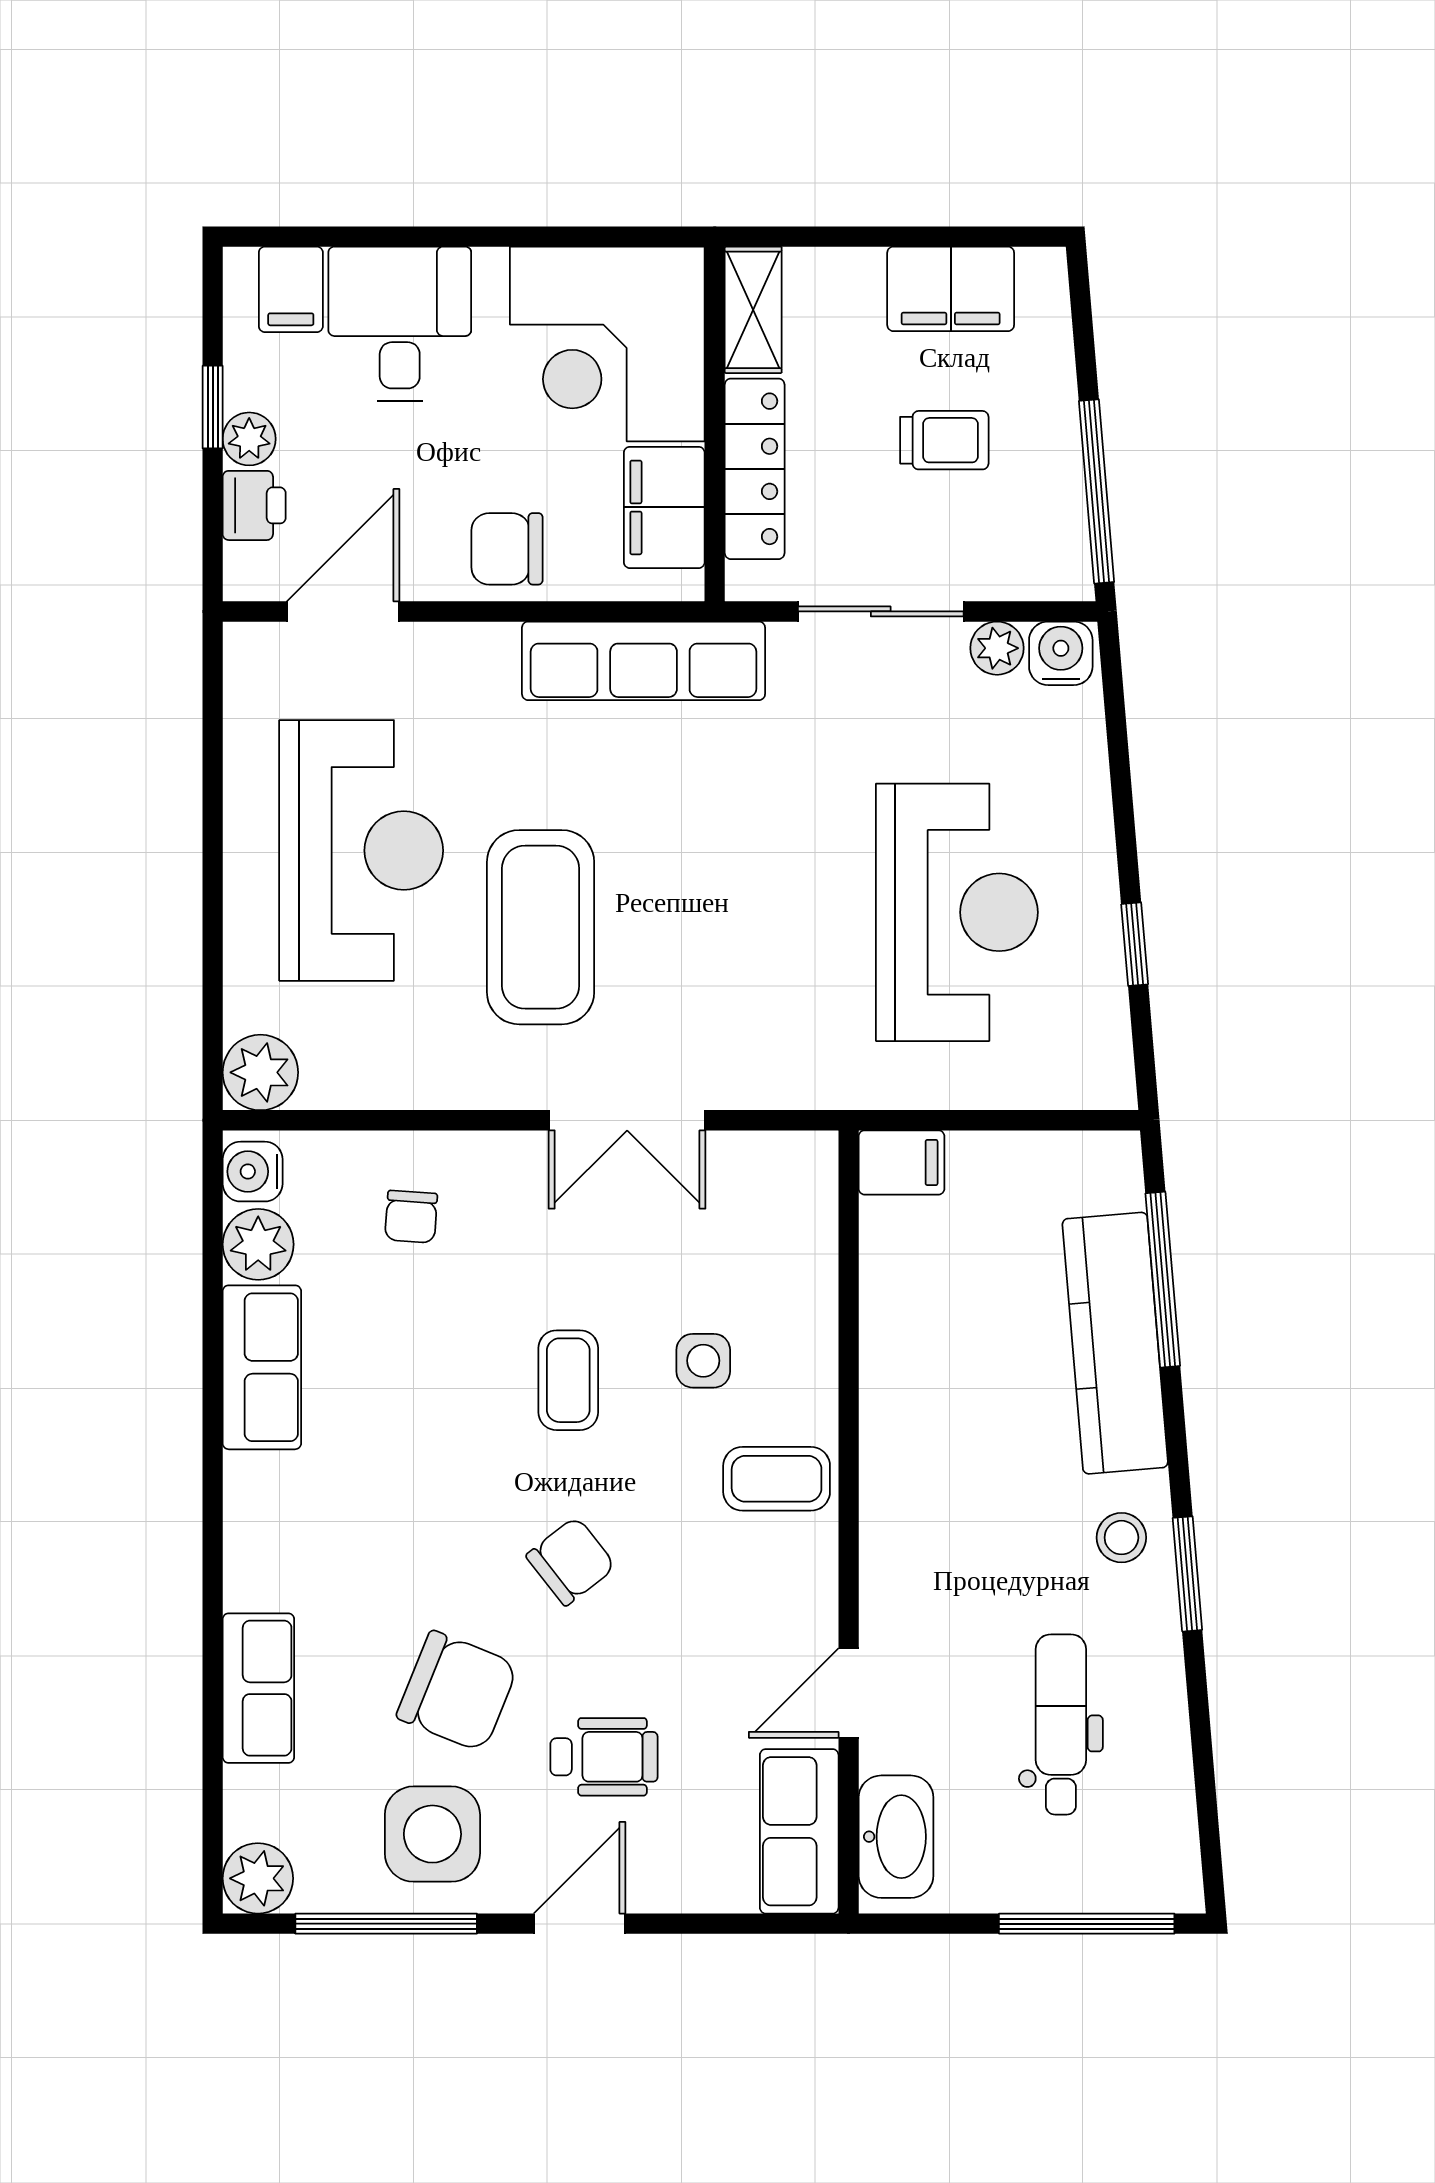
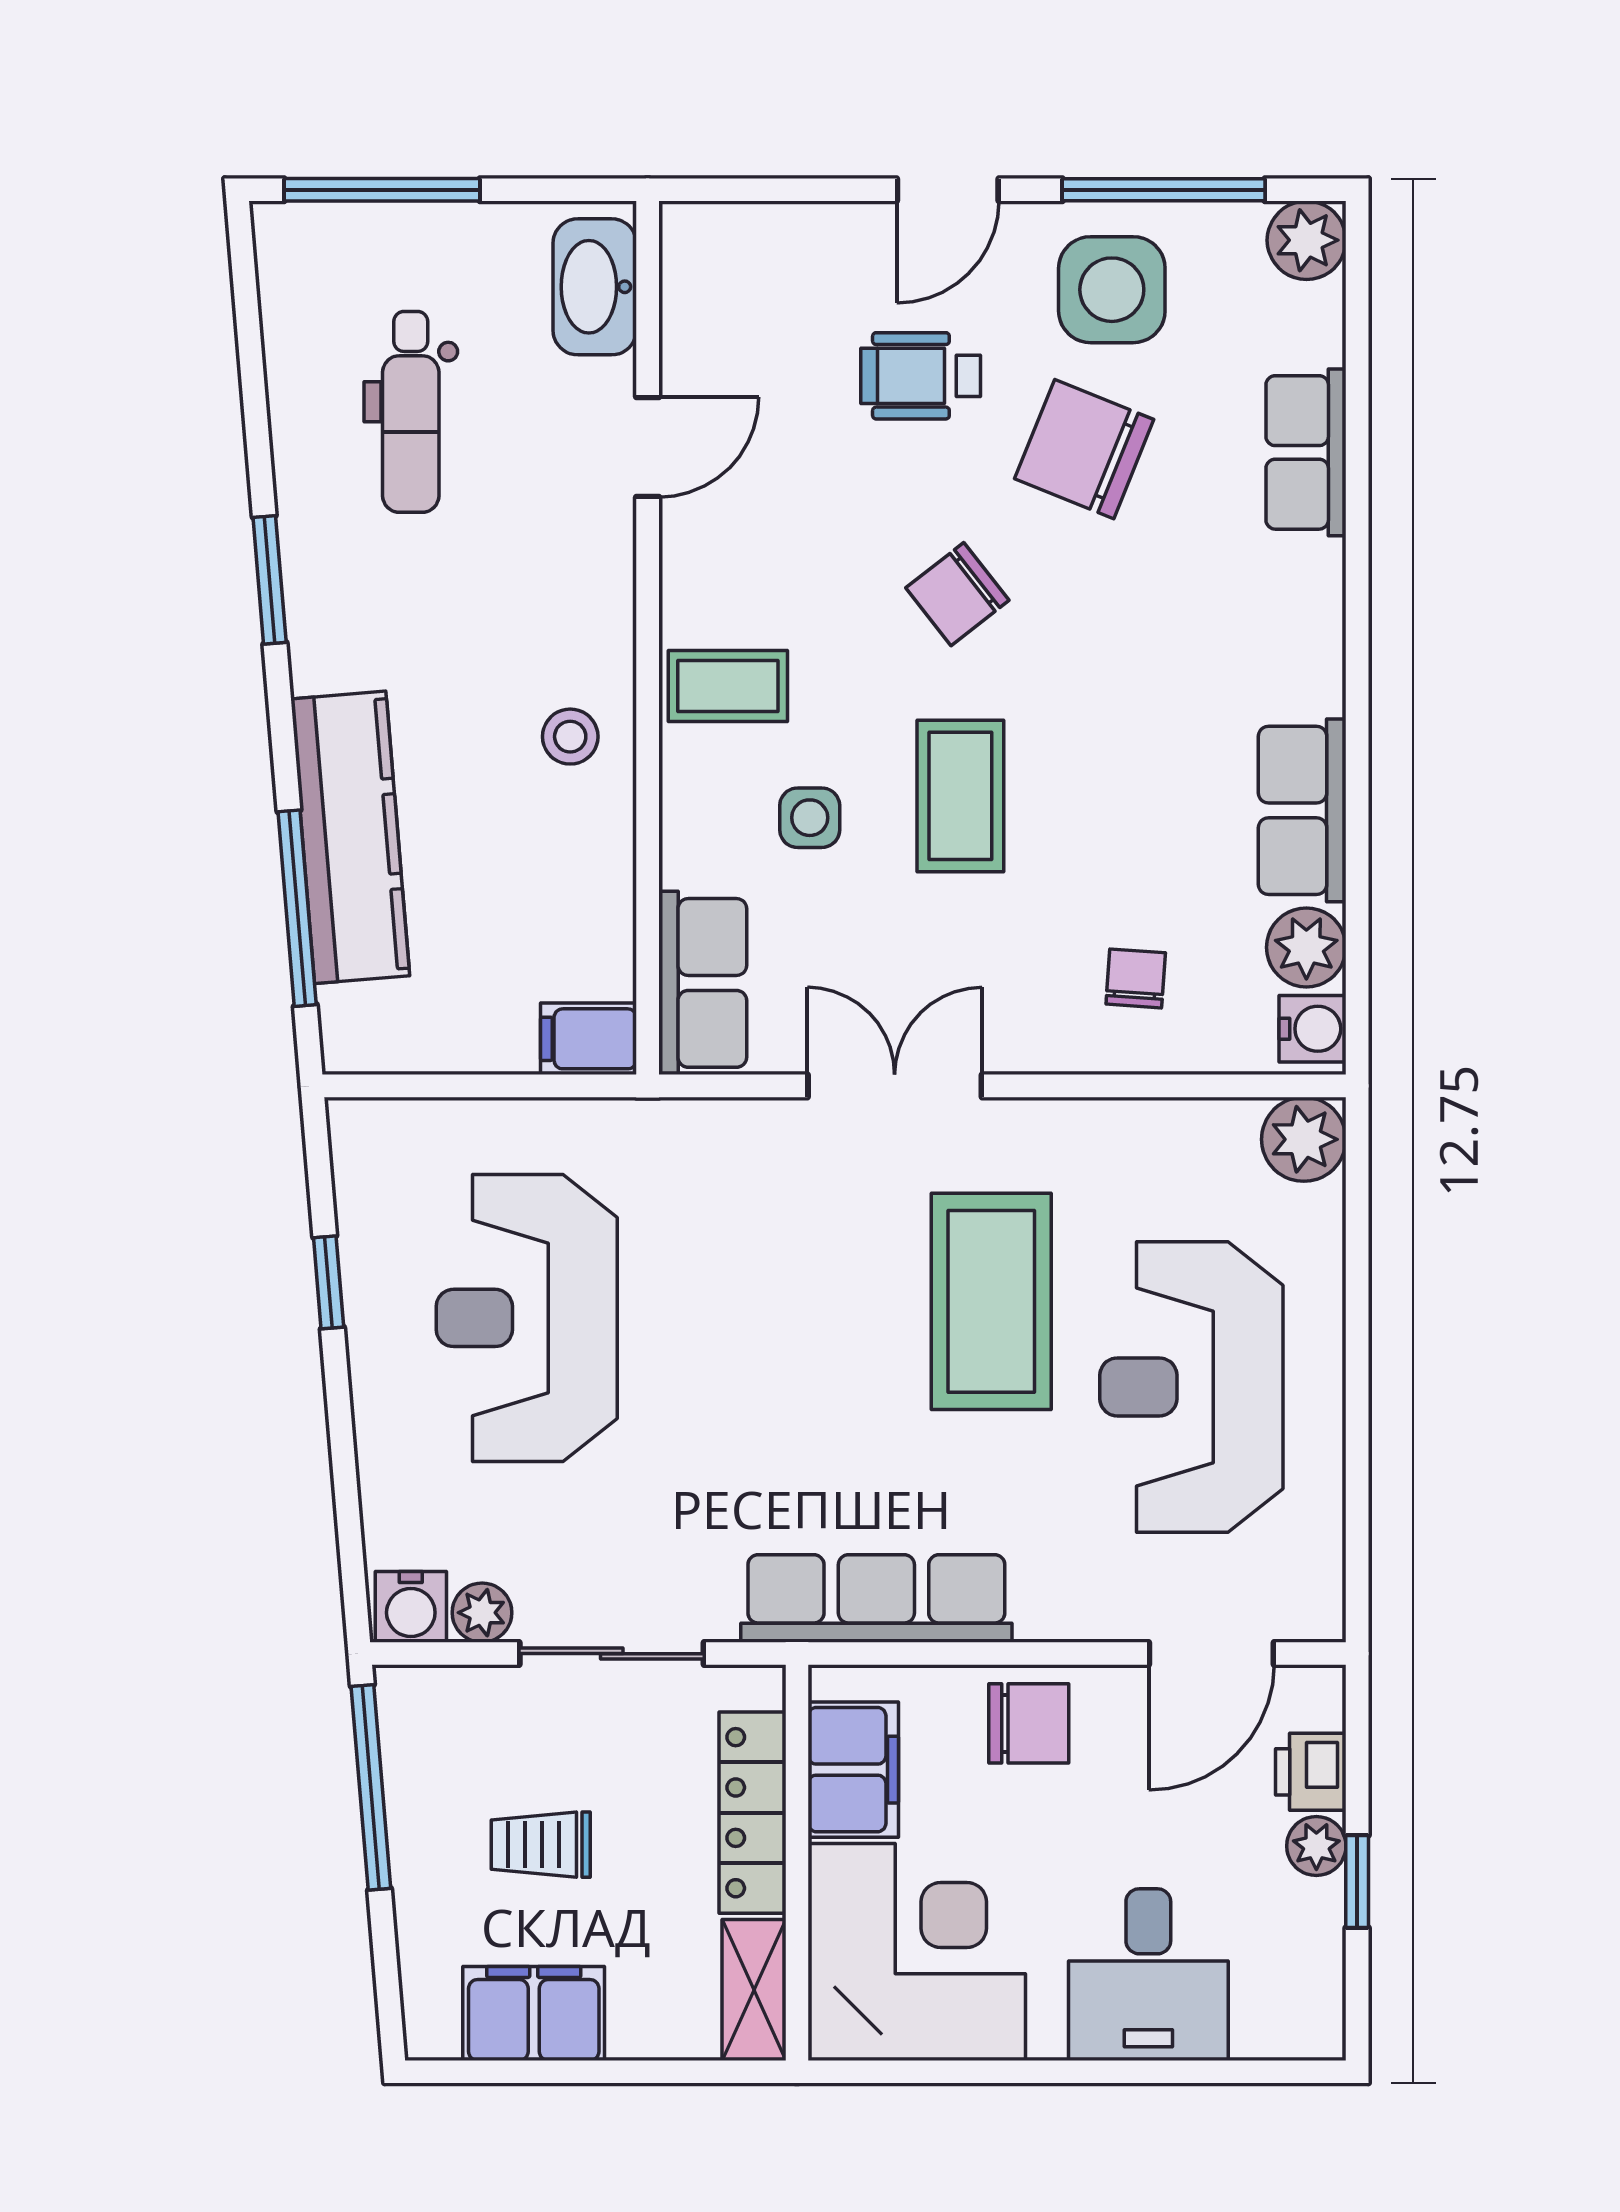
filing cabinet: (291, 289) -> (1270, 2013), removed
coffee table: (568, 1380) -> (960, 796), width x1.36, depth x1.30
stool: (1121, 1538) -> (570, 737), moved
row of seats: (799, 1831) -> (703, 983), moved

